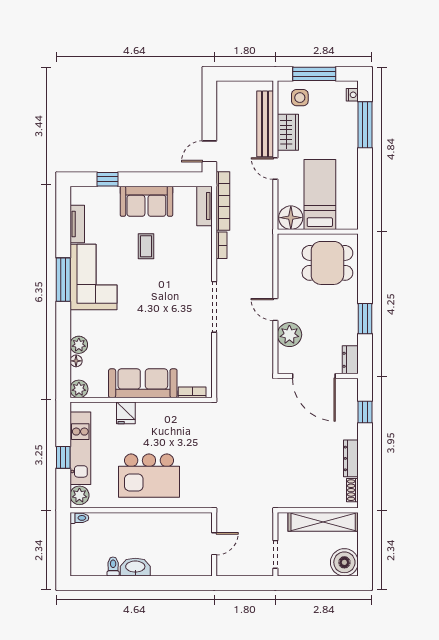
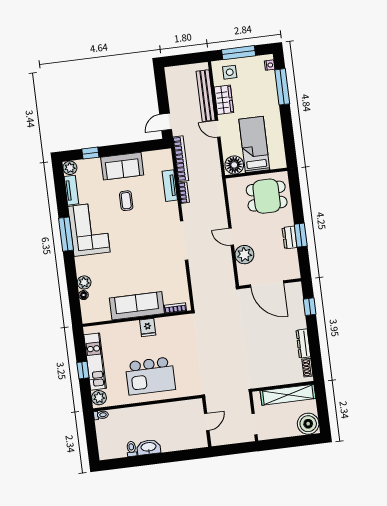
tv unit: (204, 206) -> (170, 186), moved
dresser: (350, 360) -> (290, 238), moved
plant: (79, 389) -> (70, 168), moved
fridge: (126, 413) -> (148, 327), moved

